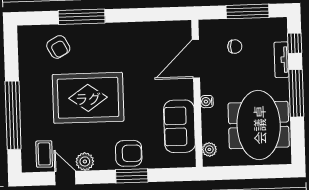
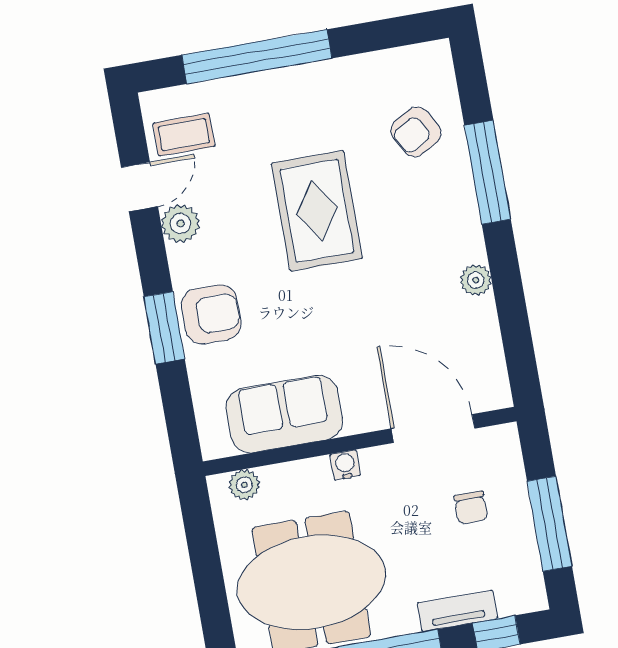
plant: (130, 29) -> (476, 280), added
rug: (88, 98) -> (317, 211), width x0.73, depth x0.69
armchair: (129, 153) -> (211, 314), turned -90

